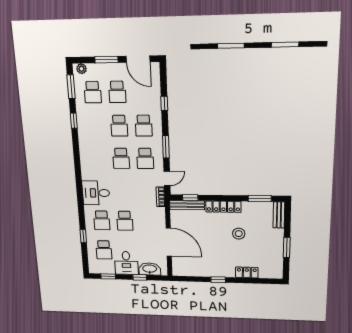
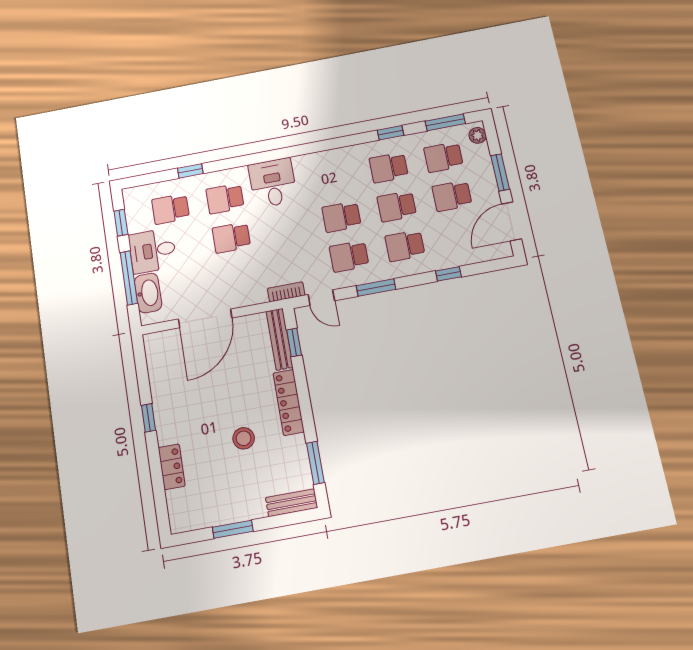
school desk: (95, 126) -> (389, 168), added
window: (140, 277) -> (129, 278), width x2.17

